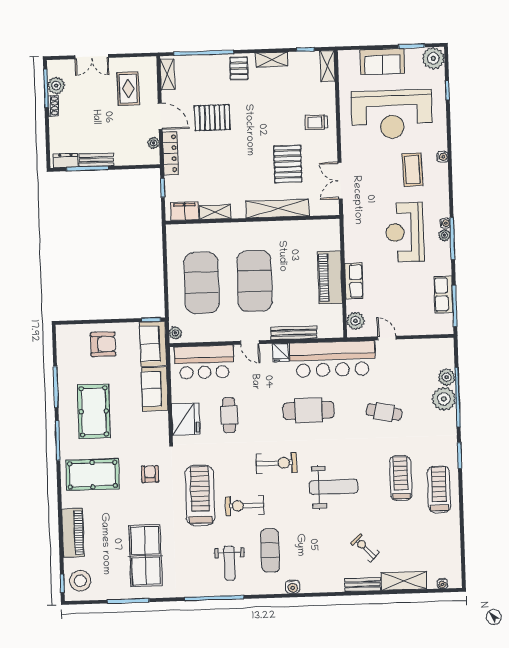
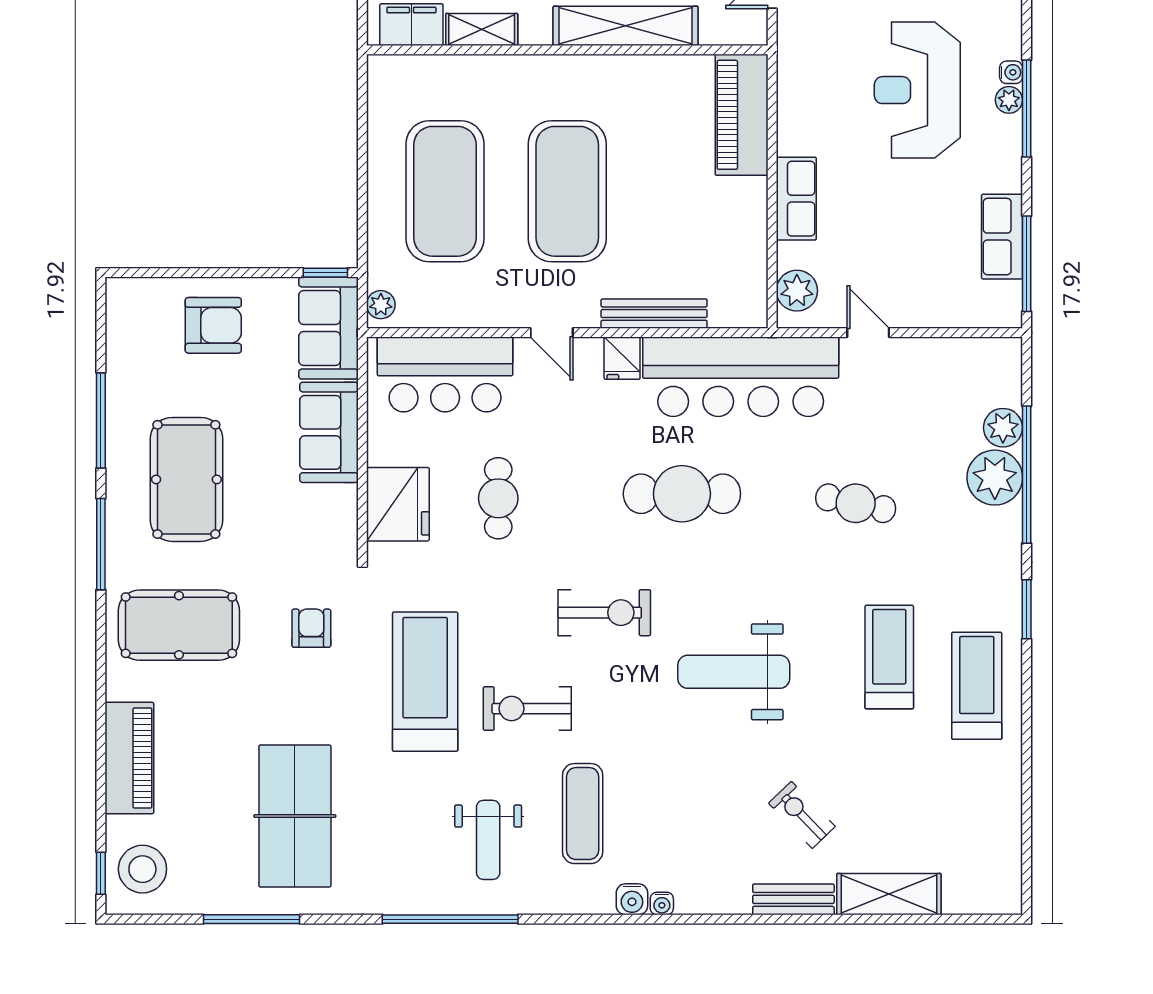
piano: (330, 277) -> (742, 115), moved
weight bench: (334, 487) -> (734, 672), turned 180
water cooler: (442, 584) -> (662, 903), moved

